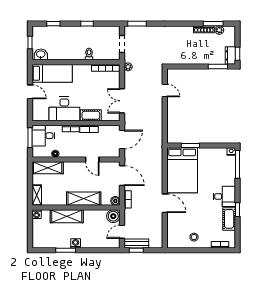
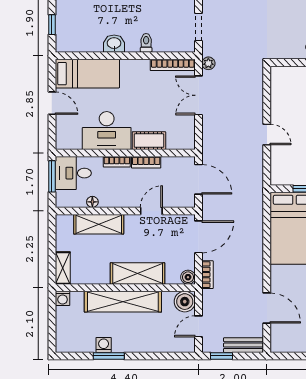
washbasin: (41, 54) -> (114, 44), moved
door: (165, 91) -> (267, 134), moved
double door: (122, 101) -> (199, 95), moved
door: (122, 140) -> (199, 179), hinge flipped
door: (92, 159) -> (151, 211), swing flipped
shelving: (48, 168) -> (99, 224), moved
door: (122, 176) -> (199, 237), hinge flipped
door: (165, 203) -> (267, 308), moved
shelving: (67, 216) -> (123, 302), width x1.47
washing machine: (76, 243) -> (104, 345), moved
bench: (136, 243) -> (243, 345), moved

